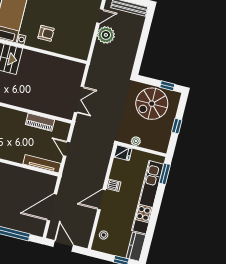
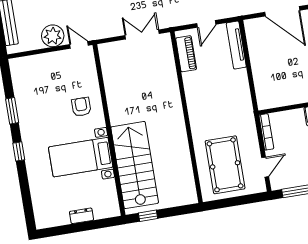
door: (100, 16) -> (79, 45), moved
piano: (40, 122) -> (186, 54), moved

